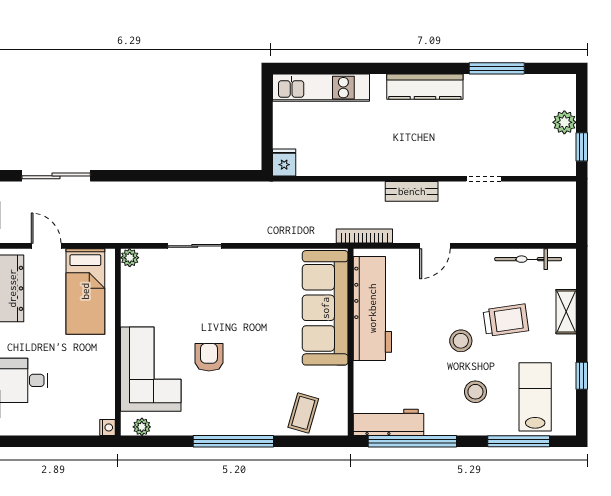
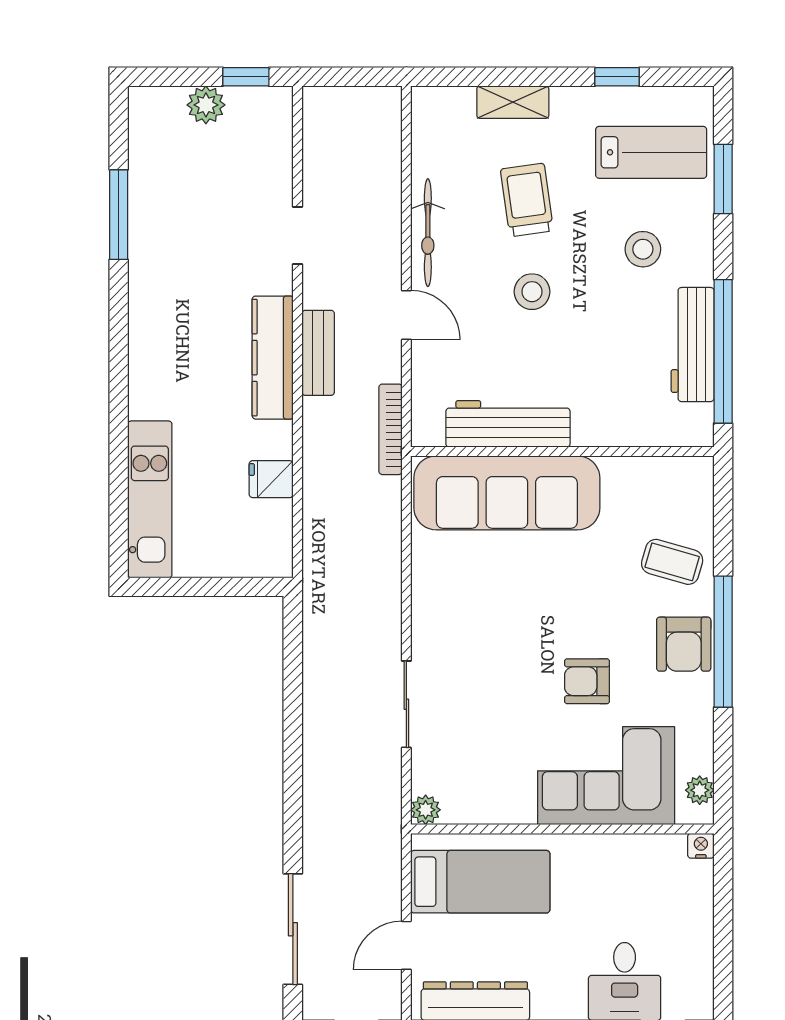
kitchen counter: (425, 87) -> (273, 358), moved, turned 180
fridge: (284, 162) -> (271, 479), moved
bicycle: (528, 259) -> (428, 233), moved
workbench: (372, 308) -> (508, 424), width x0.73, depth x0.76
stool: (461, 341) -> (532, 292), moved
lab bench: (535, 397) -> (651, 152), turned 180
coffee table: (303, 413) -> (672, 562), moved
armchair: (232, 417) -> (684, 644), added
workbench: (388, 422) -> (693, 345), moved
window: (519, 441) -> (723, 179), width x0.69

